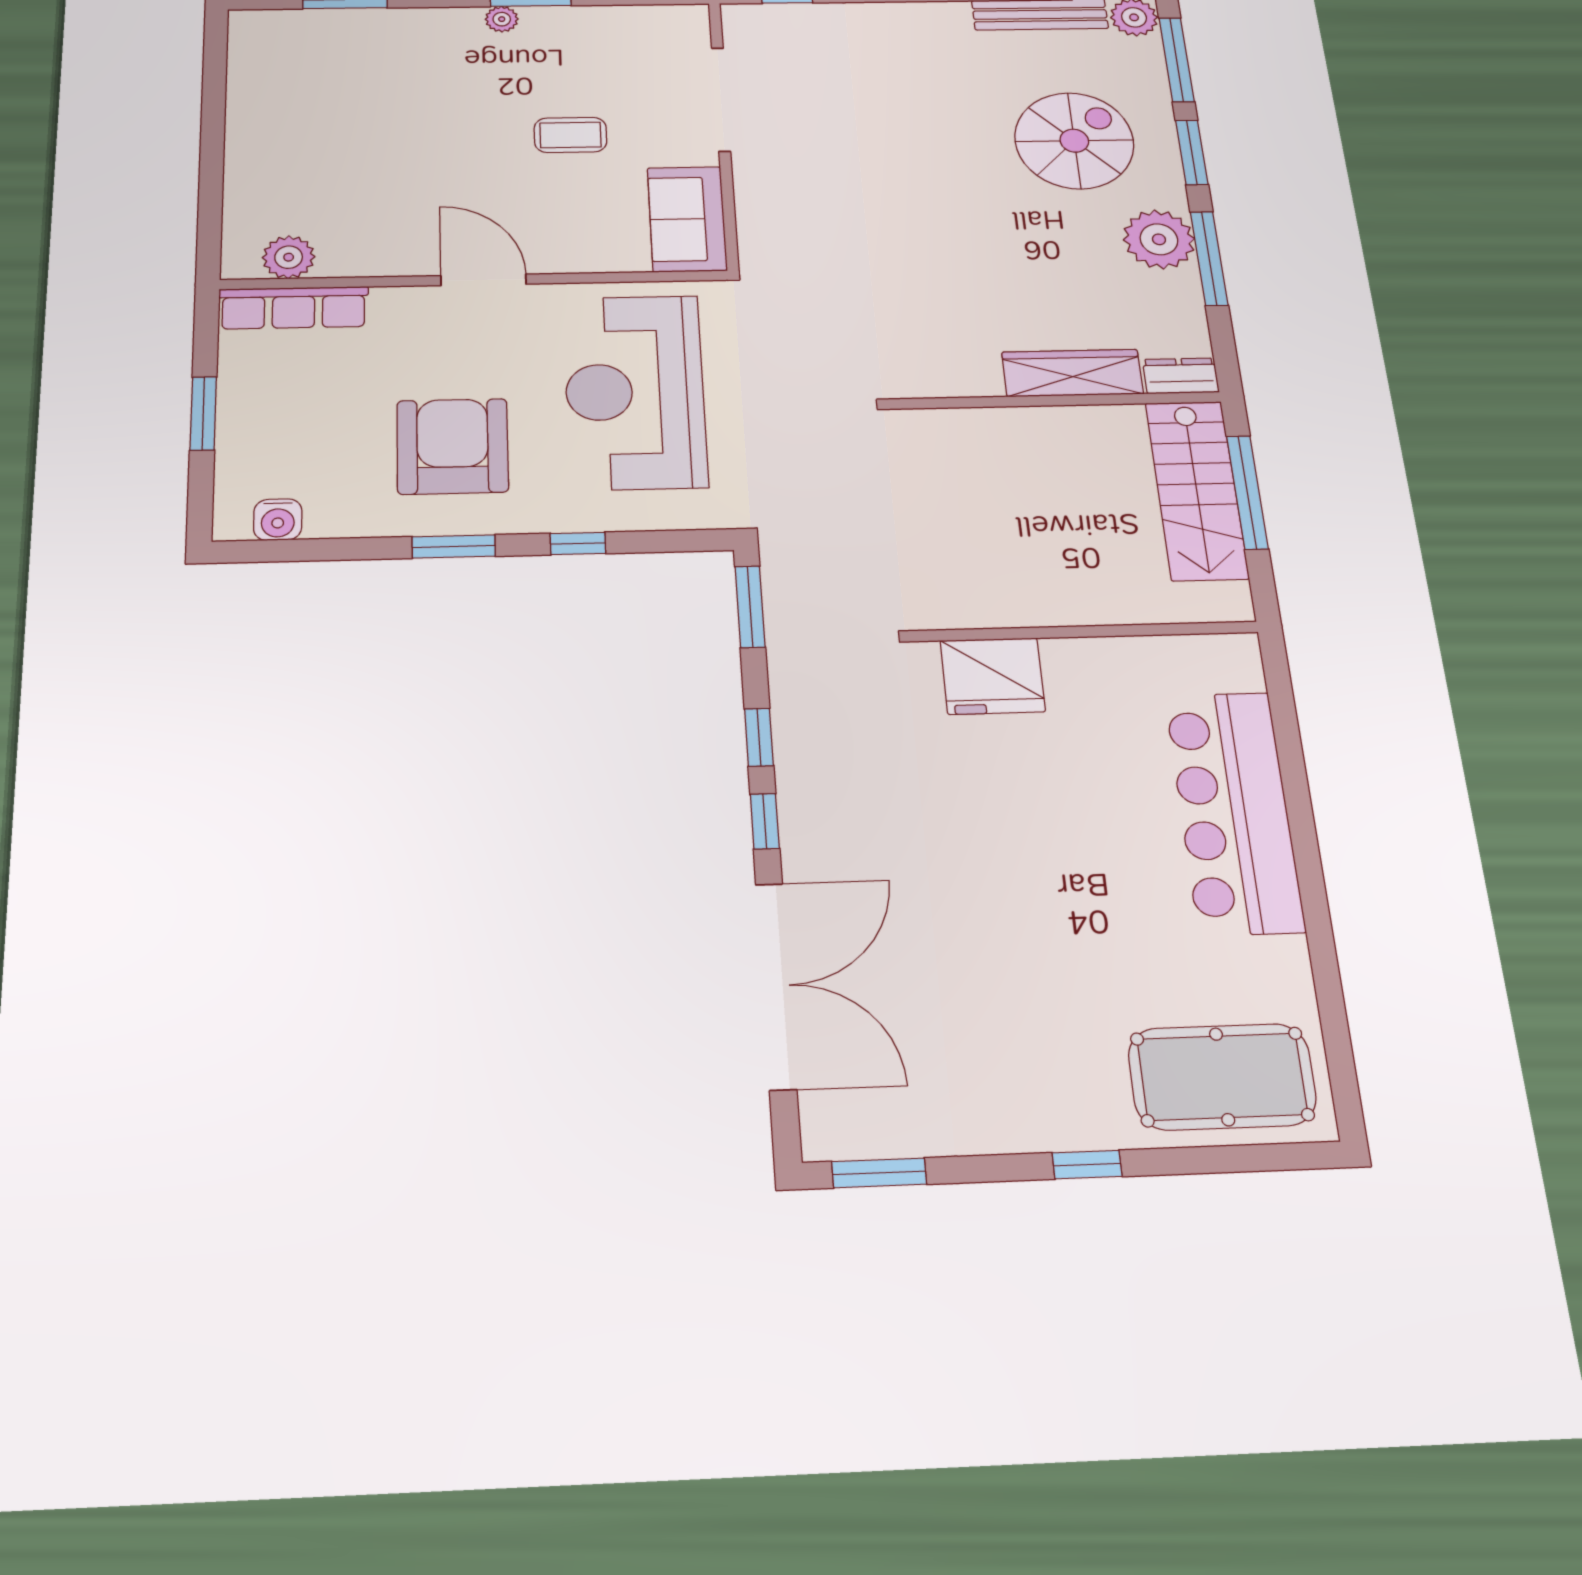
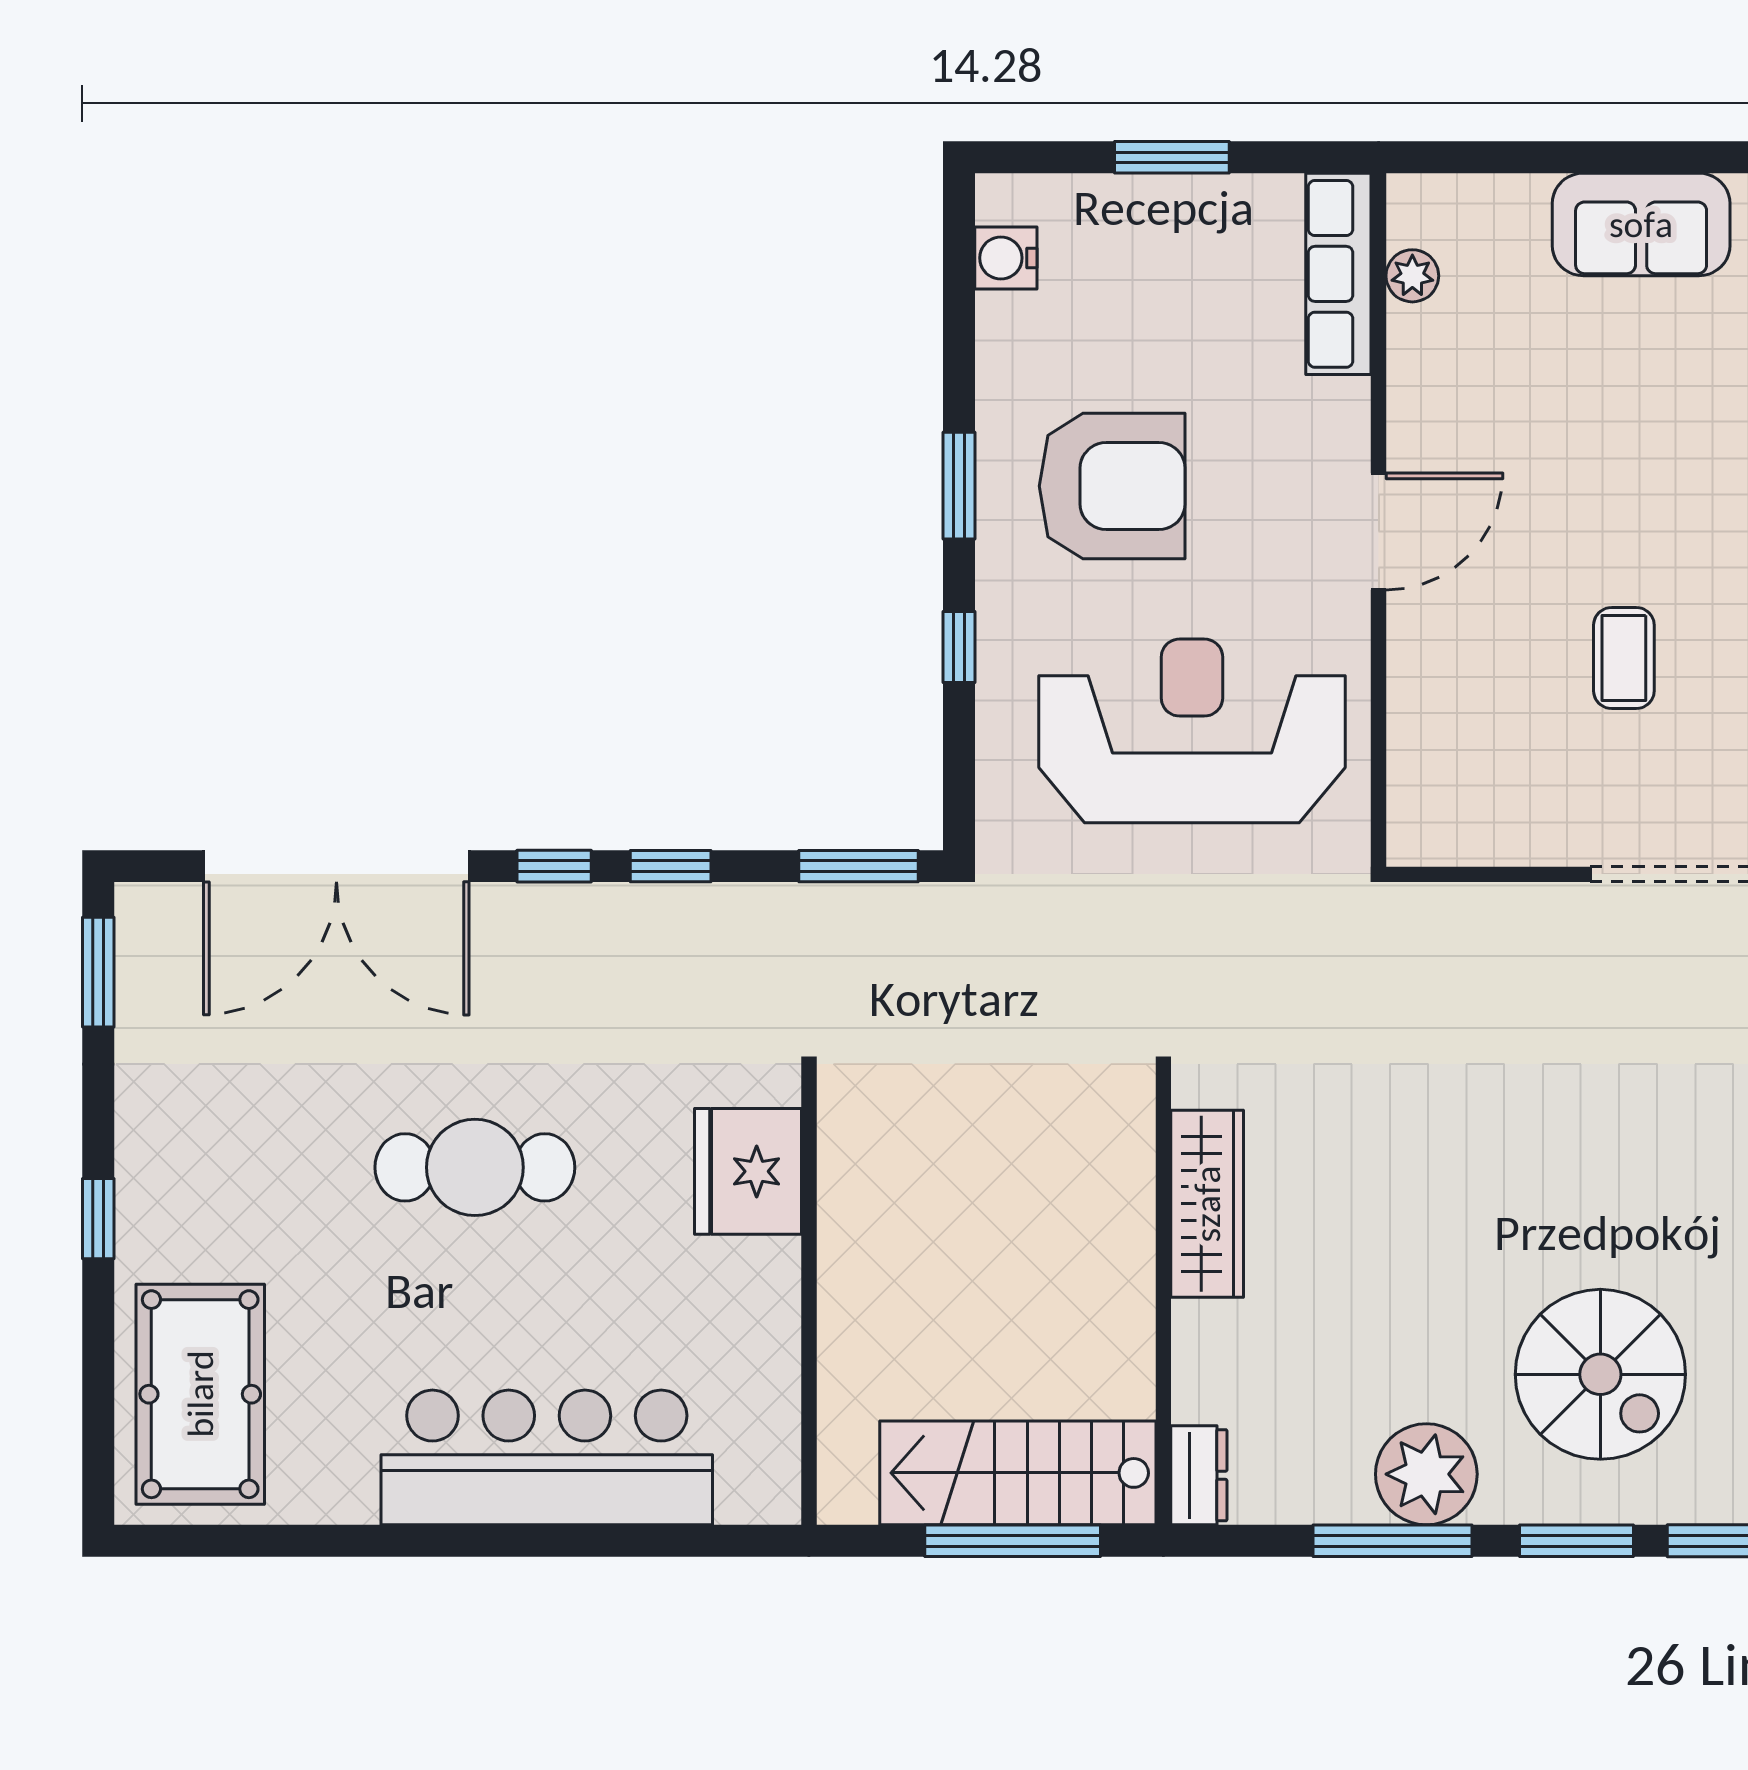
sofa: (687, 219) -> (1641, 224), moved, turned 180
plant: (289, 257) -> (1412, 276), width x0.73, depth x0.73
wardrobe: (1072, 373) -> (1207, 1204), moved
cafe table: (1011, 872) -> (475, 1167), added

